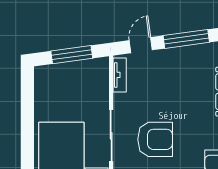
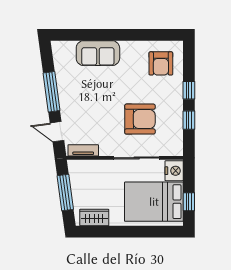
wardrobe: (43, 87) -> (94, 217), added
armchair: (155, 139) -> (140, 119), turned 90

